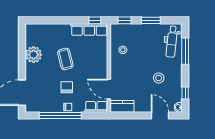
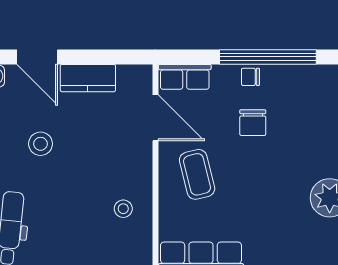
coffee table: (65, 59) -> (197, 174), moved
kitchen counter: (122, 106) -> (88, 78), moved

